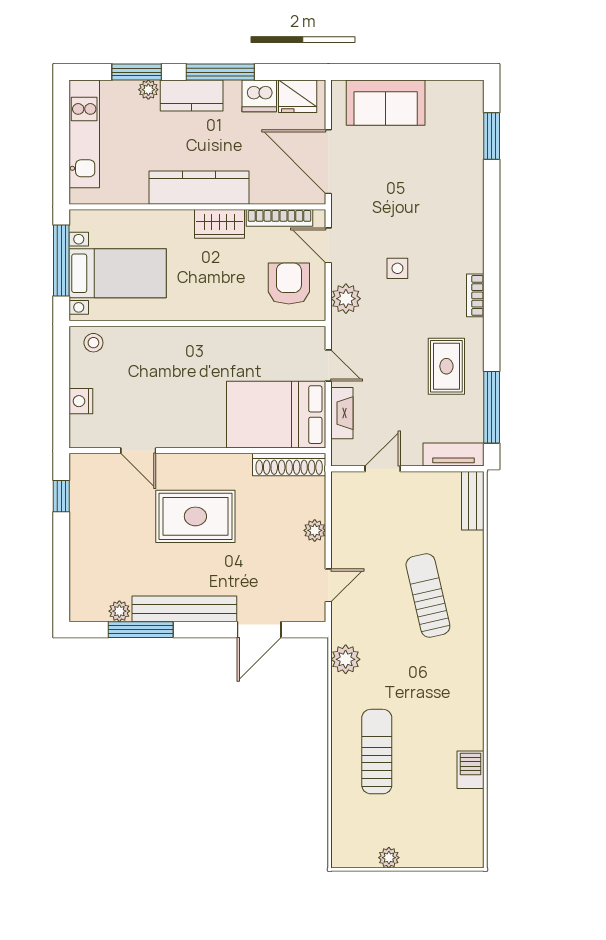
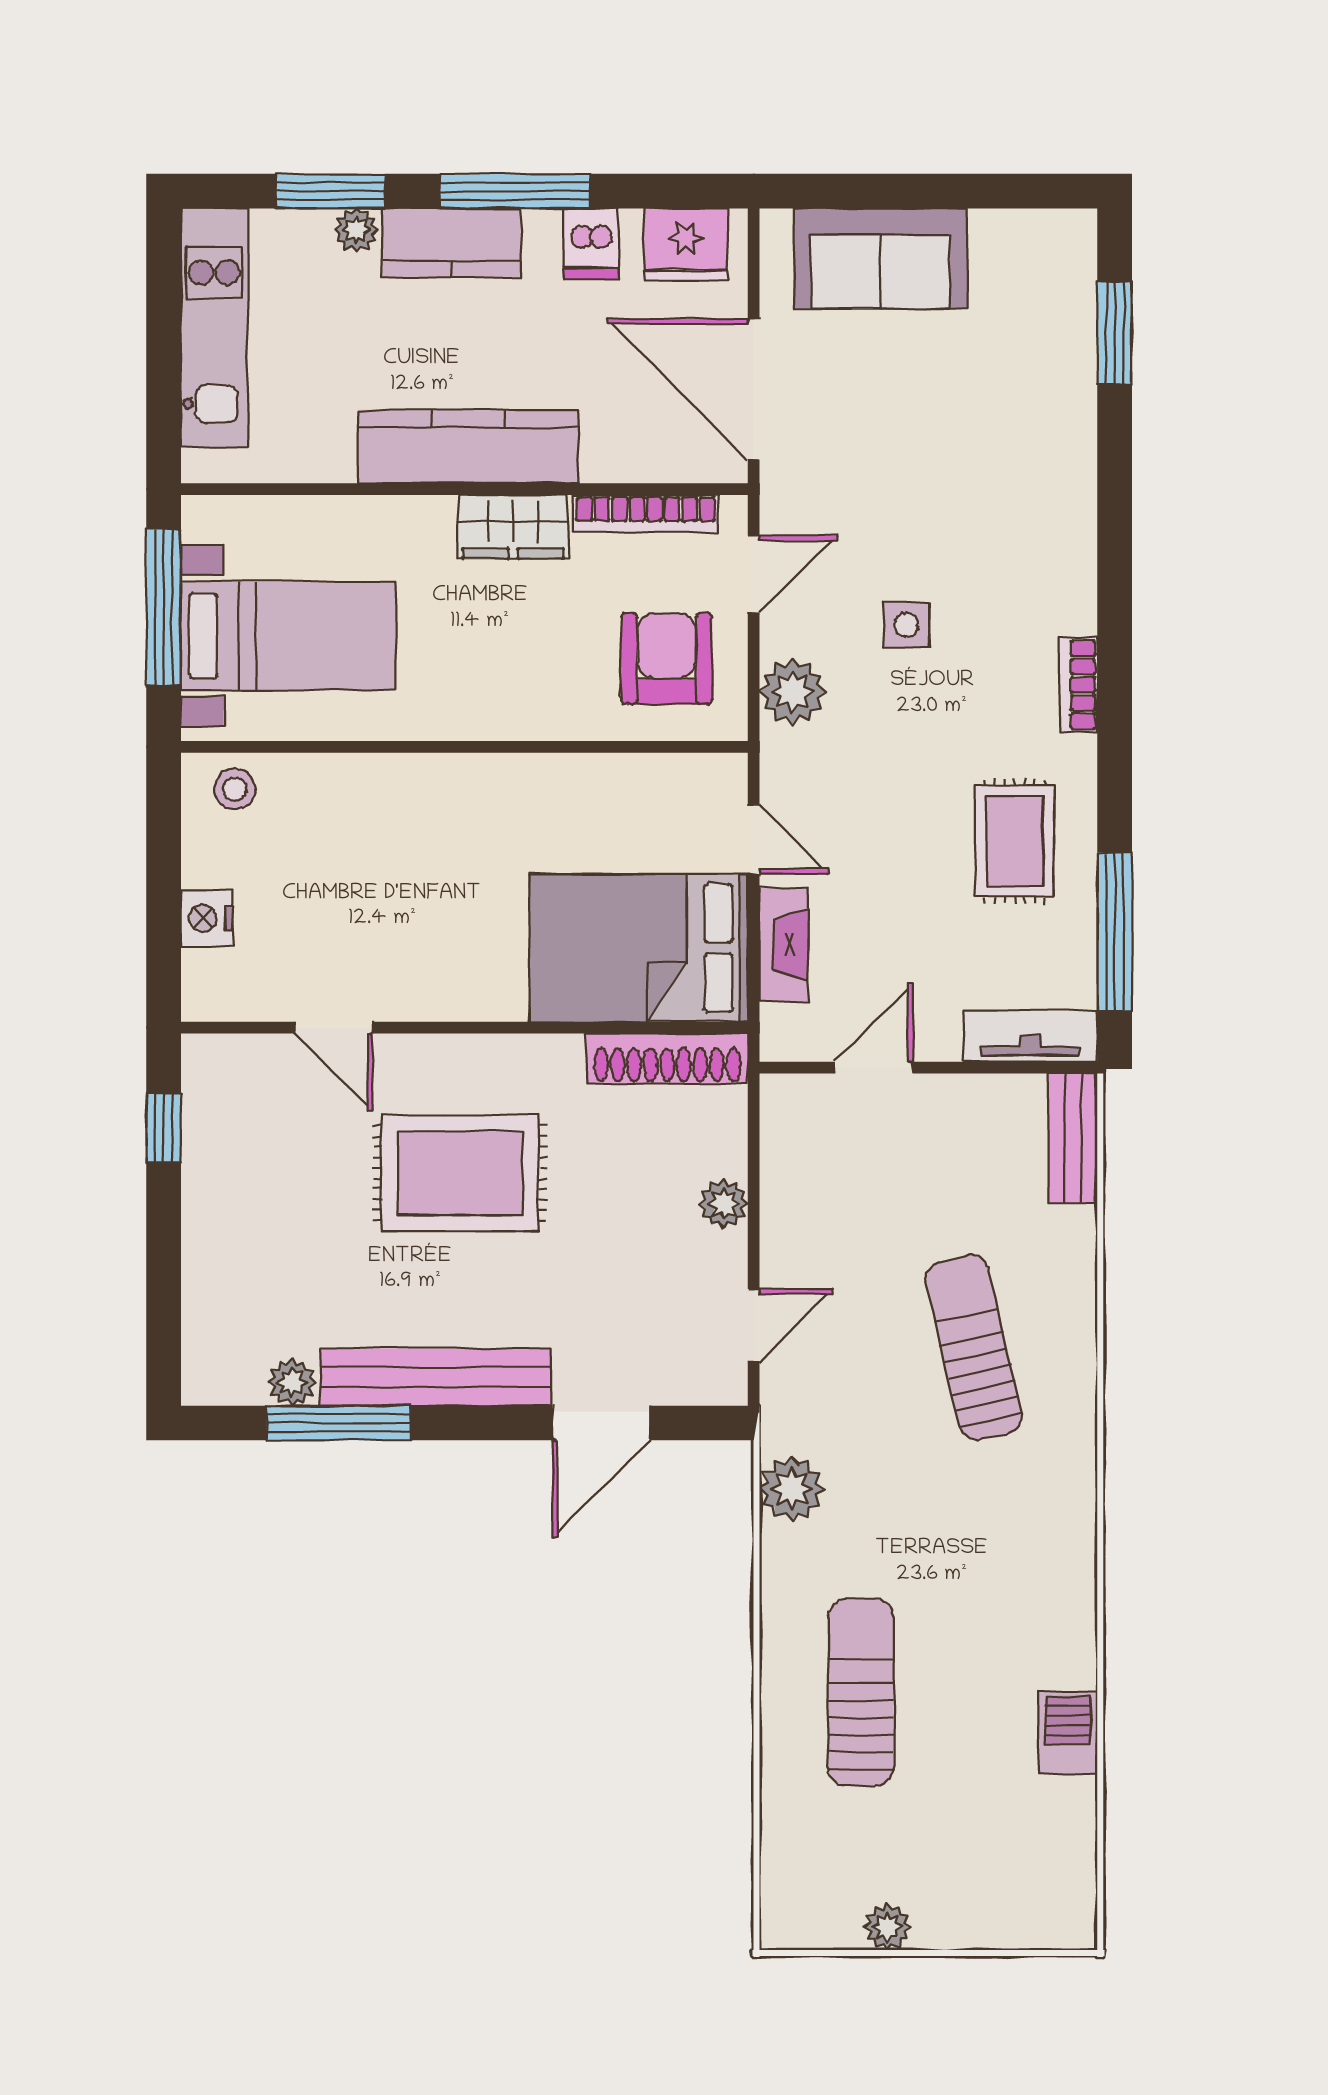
dishwasher: (259, 96) -> (591, 244), width x0.73
door: (328, 245) -> (754, 574), swing flipped

